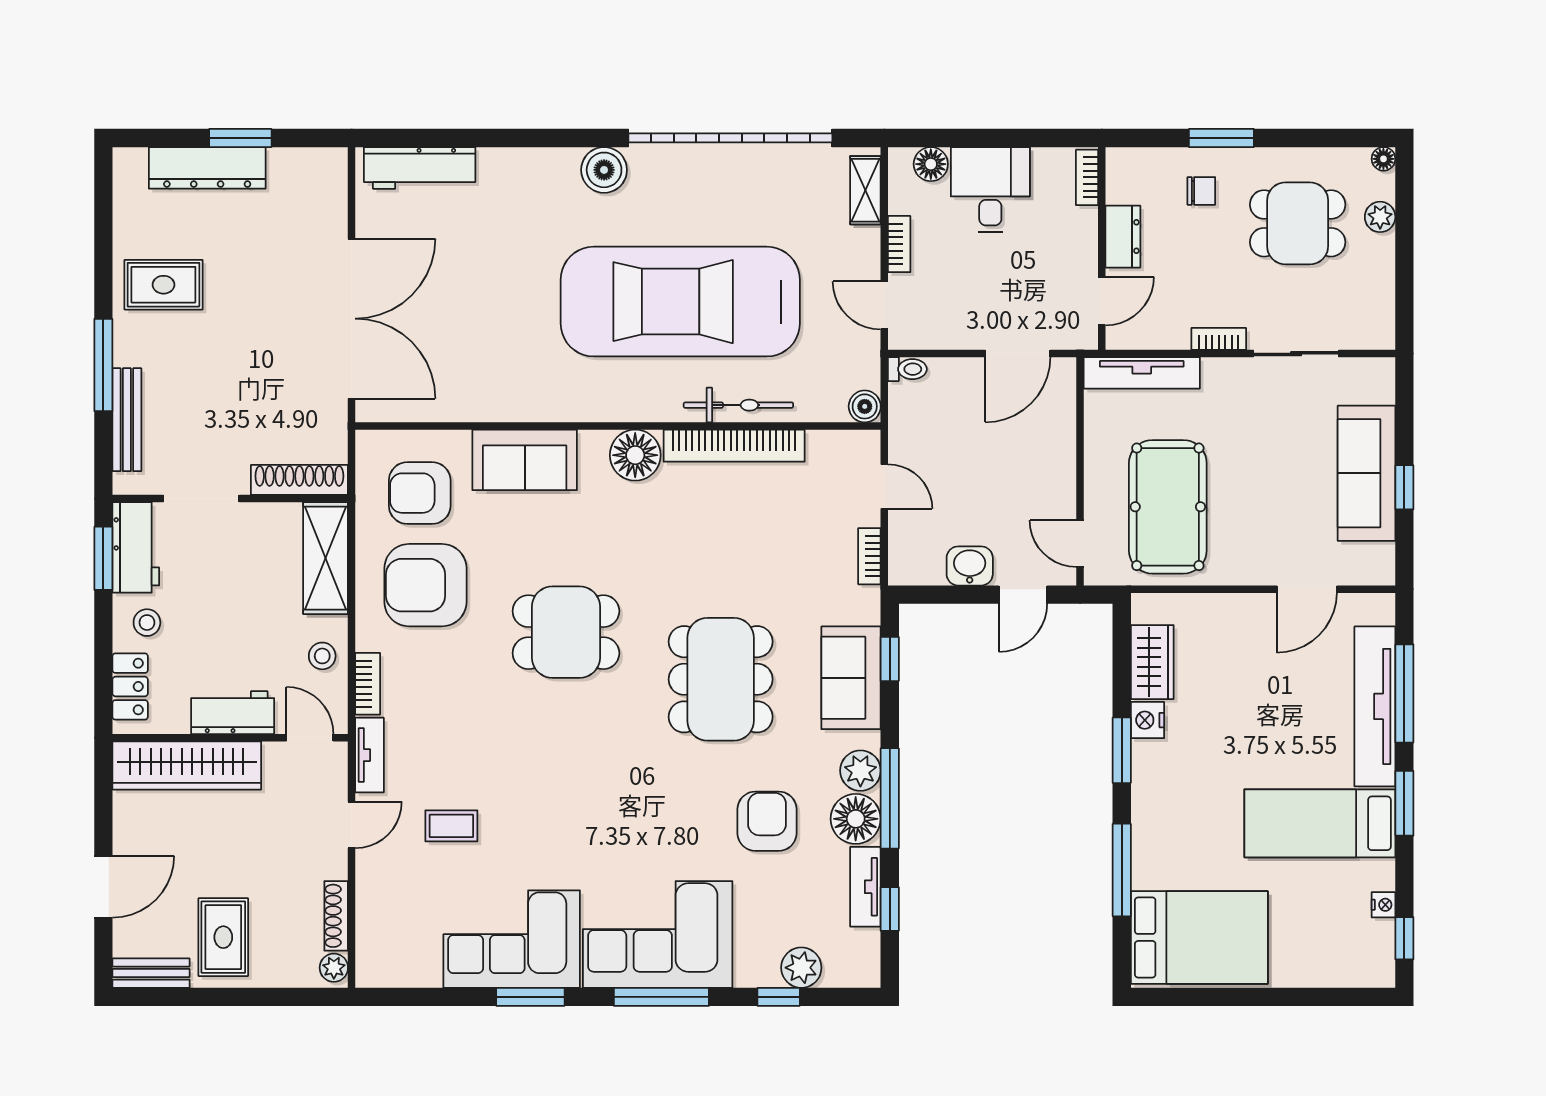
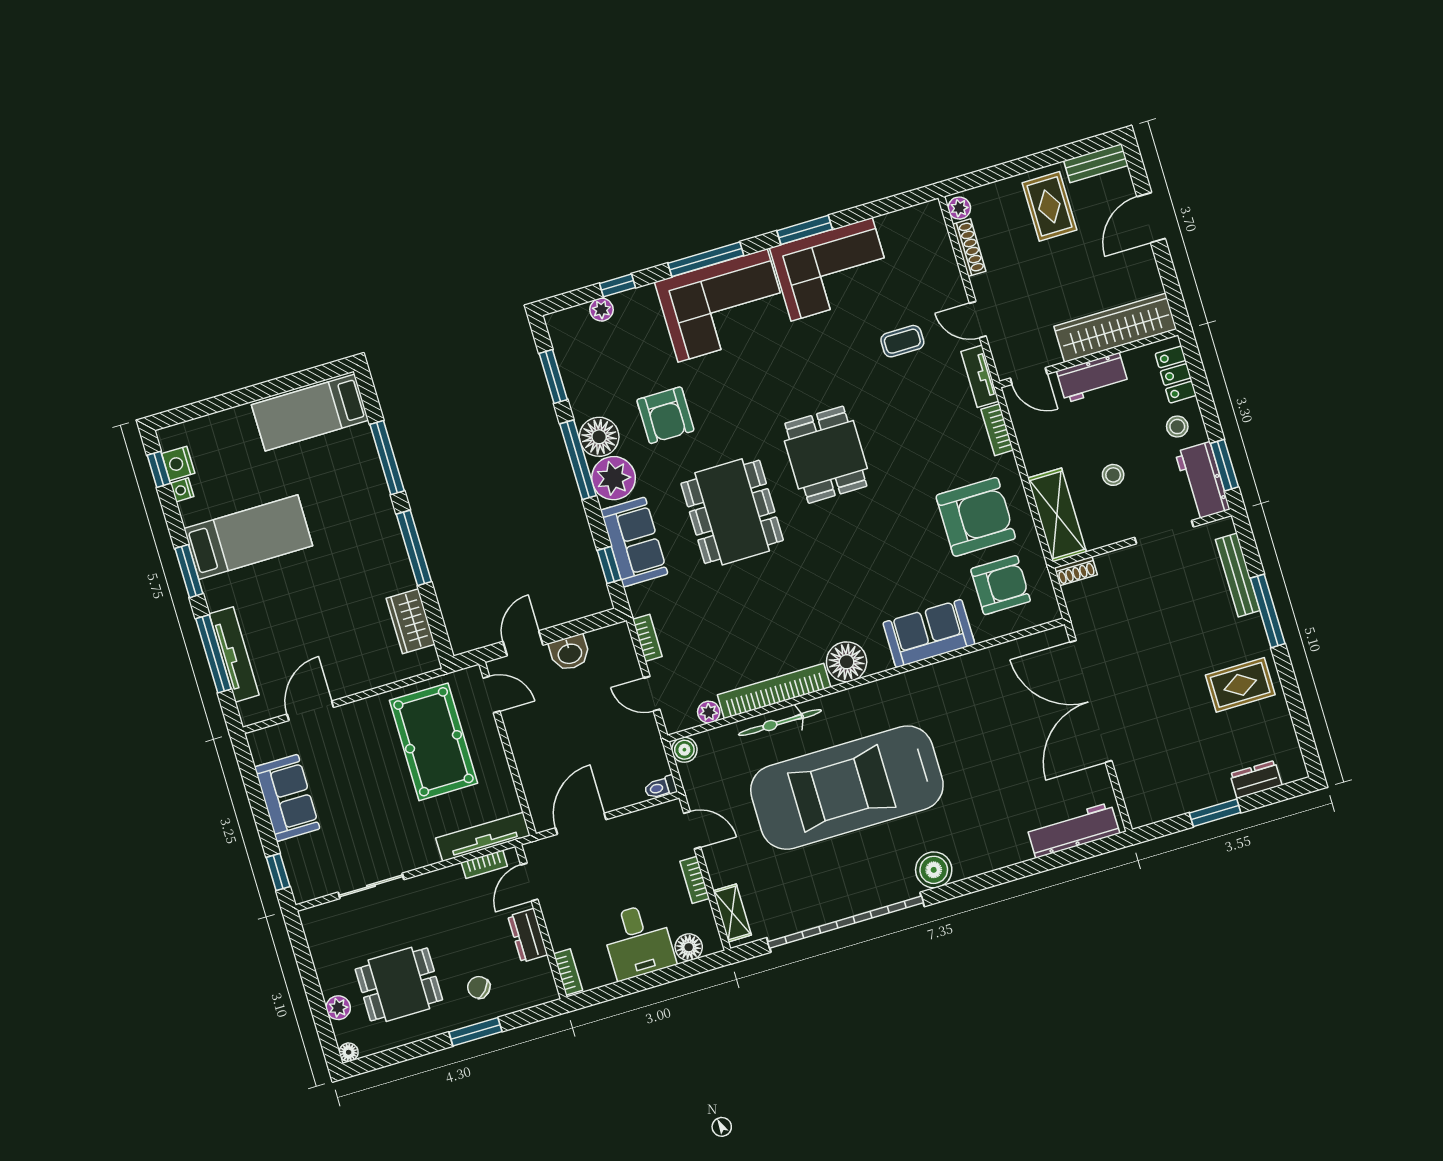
dresser: (207, 168) -> (1256, 779), width x0.51, depth x0.80
chair: (1201, 191) -> (479, 987), turned 42
car: (680, 302) -> (847, 788), turned 180
bookcase: (1219, 339) -> (484, 864), moved
plant: (822, 444) -> (709, 712), added
sofa: (1367, 473) -> (287, 798), width x0.73
shoe rack: (299, 480) -> (1076, 571), width x0.51, depth x0.81
window: (1404, 487) -> (278, 872), moved
dining table: (566, 632) -> (826, 455), moved, turned 90
stool: (322, 656) -> (1113, 475), moved
tv unit: (1375, 706) -> (234, 654), width x0.73, depth x0.78
nightstand: (1147, 720) -> (178, 463), moved, turned 180
window: (1122, 750) -> (414, 548), width x1.44
plant: (860, 771) -> (613, 478), width x1.36, depth x1.36
door: (352, 825) -> (978, 320), hinge flipped
tv unit: (865, 887) -> (577, 388), removed
window: (890, 909) -> (553, 376), width x1.50
bed: (1199, 937) -> (310, 412), width x0.67
plant: (801, 968) -> (601, 310), width x0.73, depth x0.73

